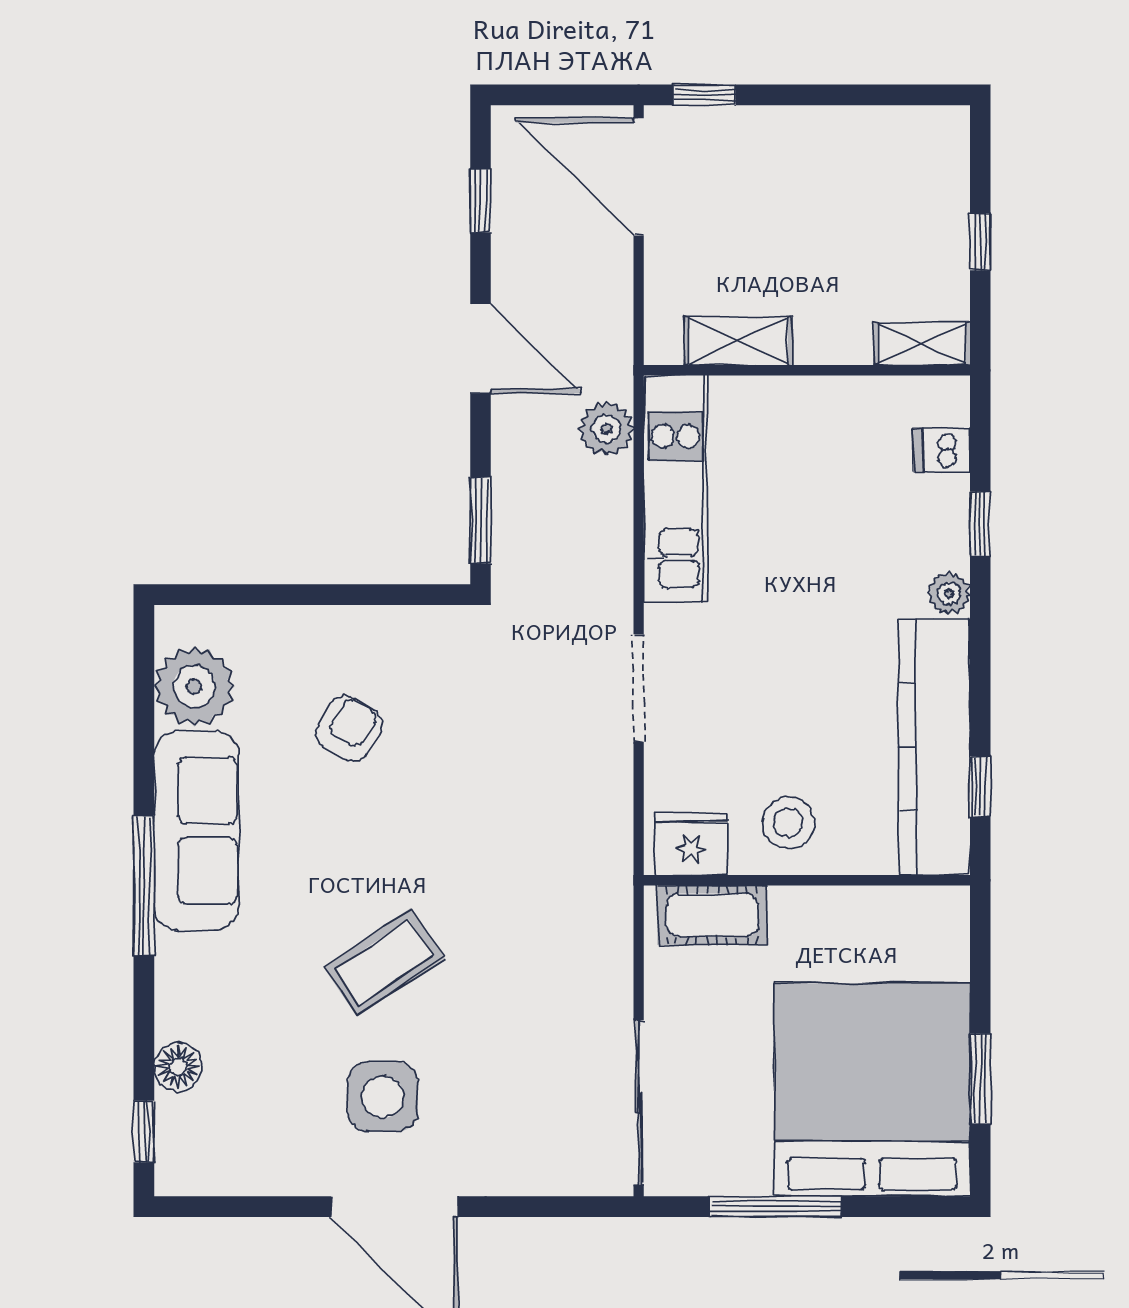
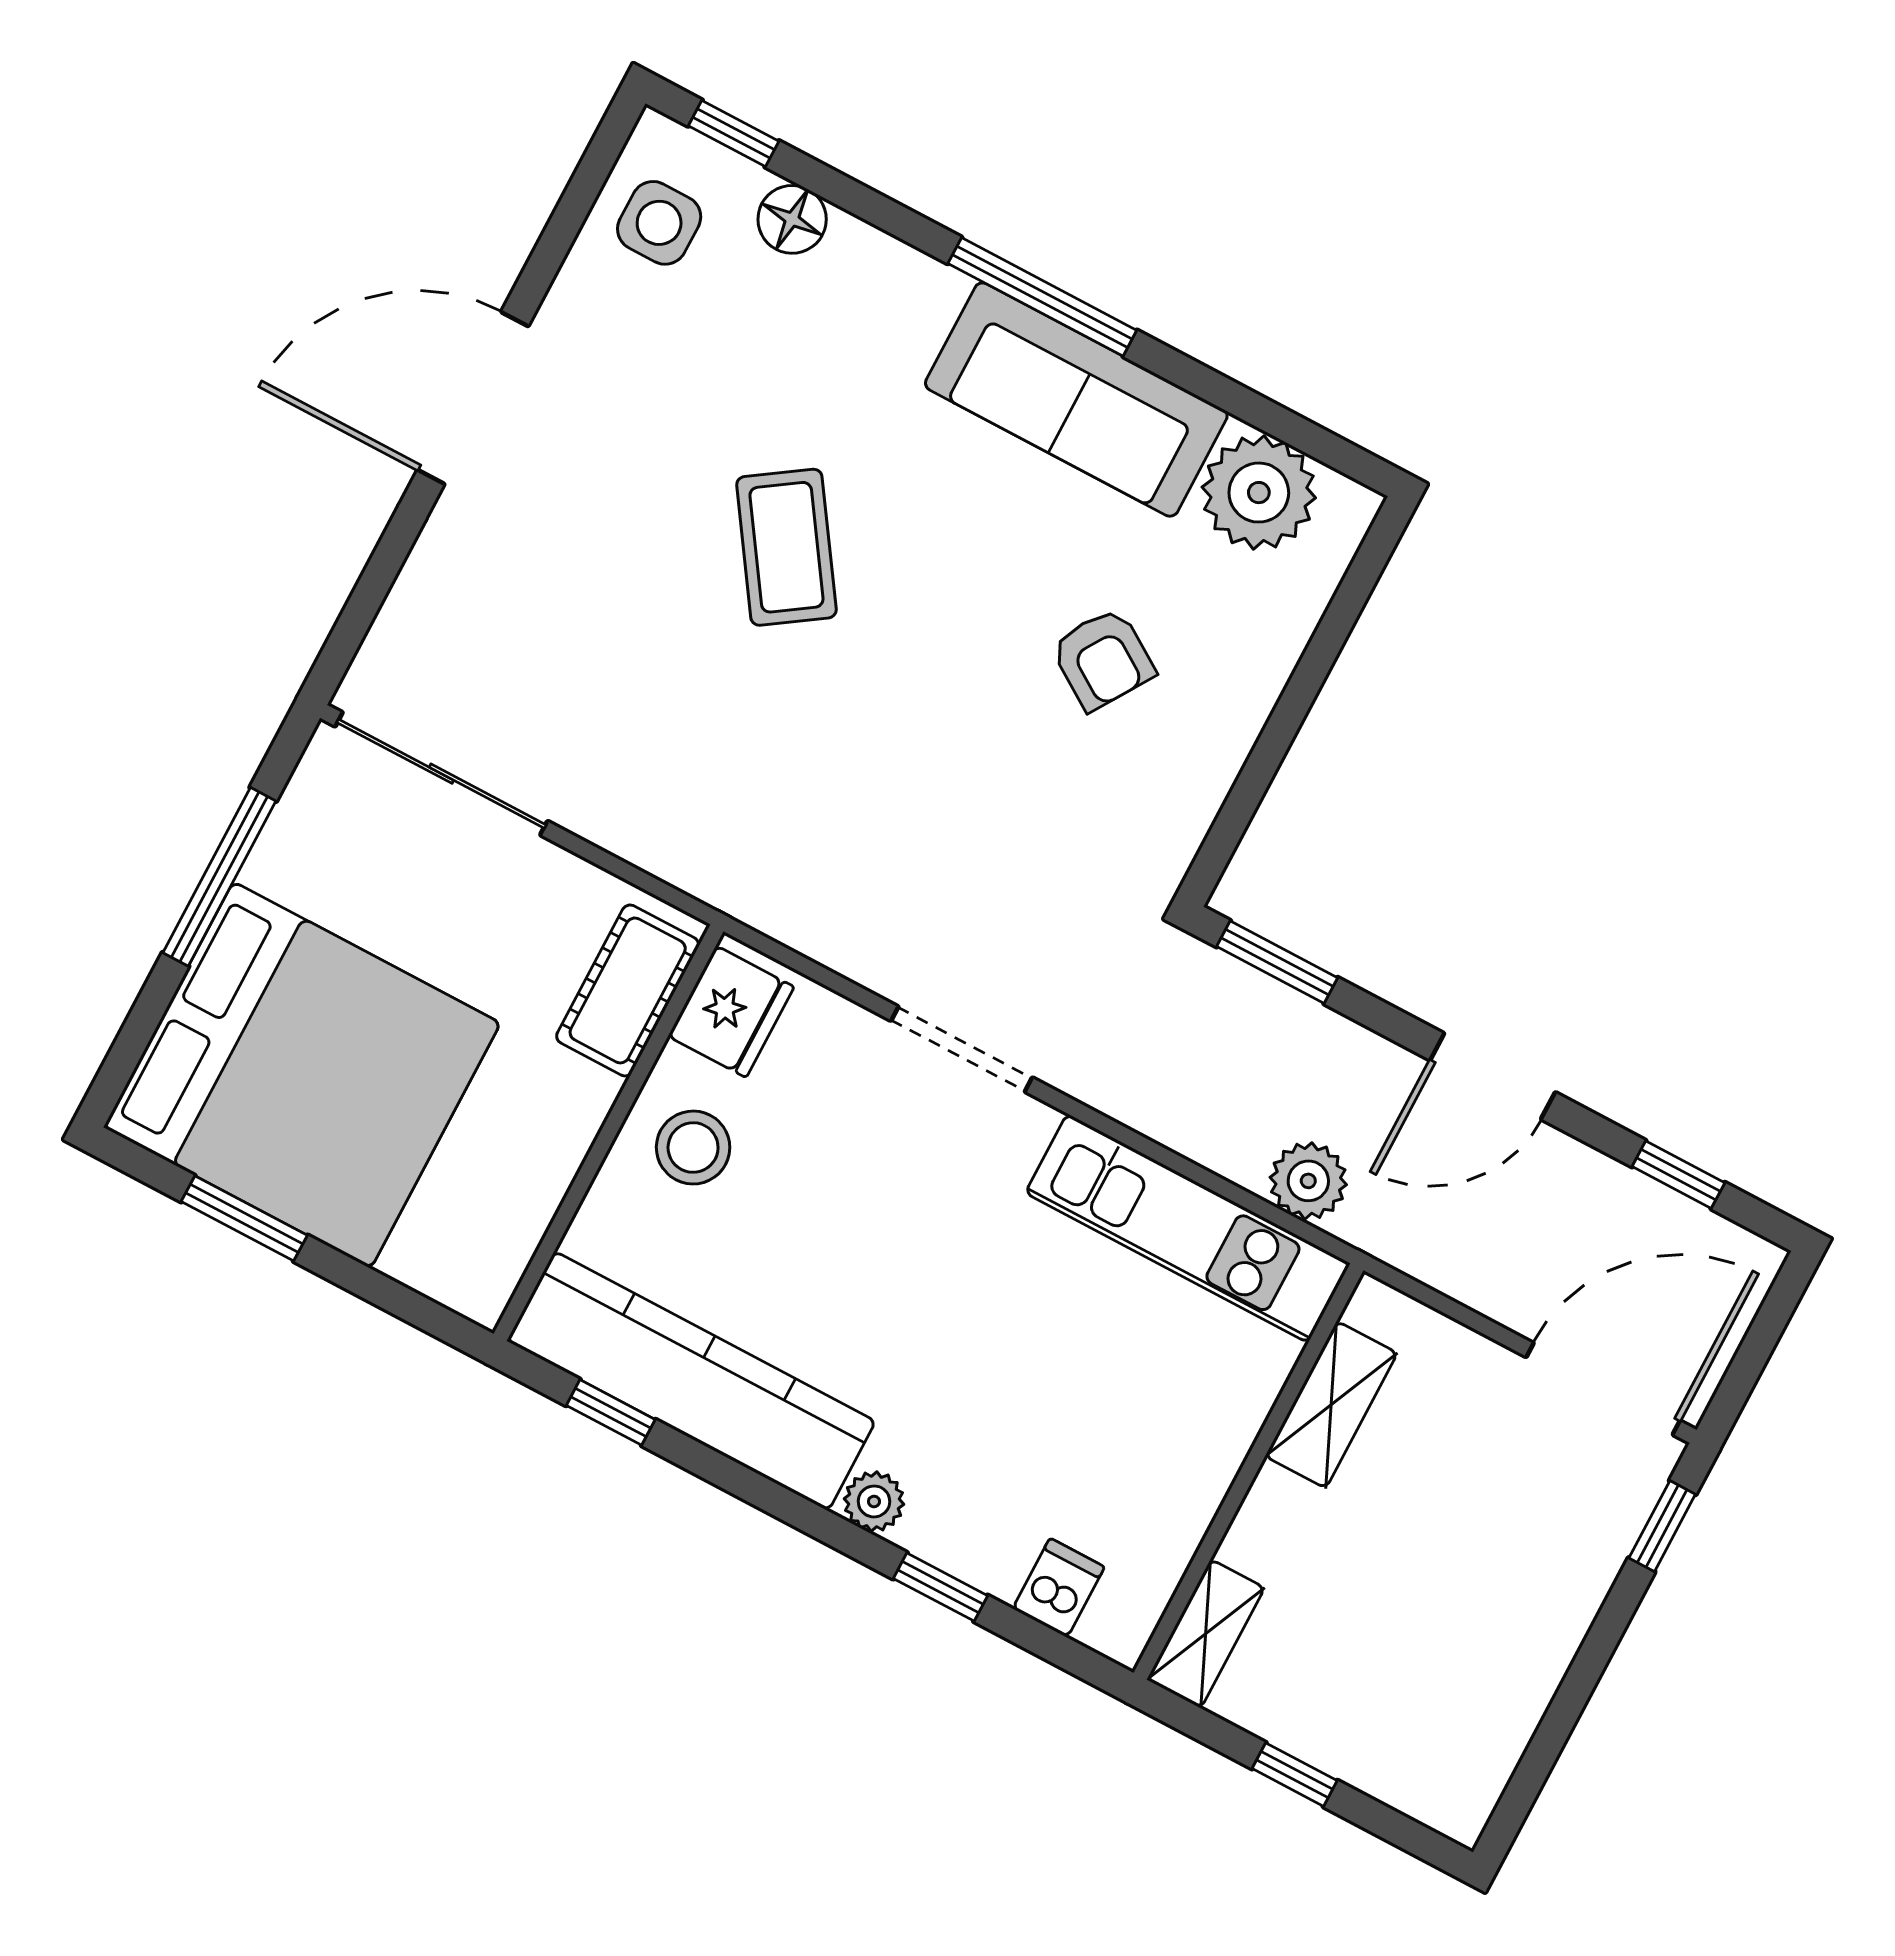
side table: (383, 1097) -> (659, 223), moved, width x0.73, depth x0.73

